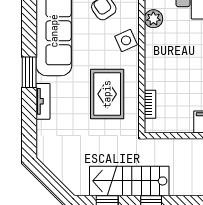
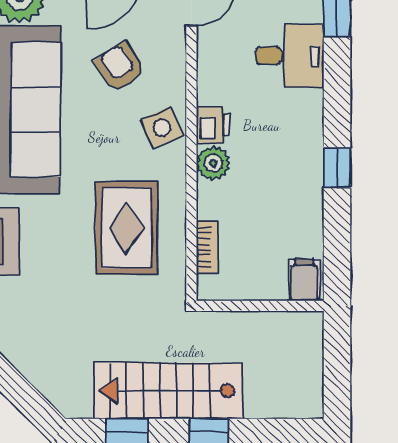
plant: (153, 19) -> (213, 163), moved
printer: (153, 39) -> (213, 125), added

